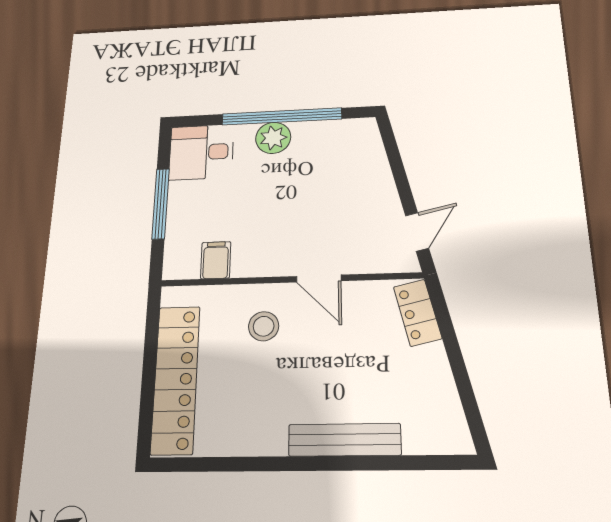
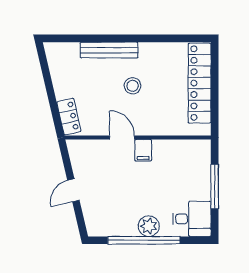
door: (417, 232) -> (73, 190), moved
filing cabinet: (216, 260) -> (143, 150), moved
stool: (264, 326) -> (133, 86), moved

